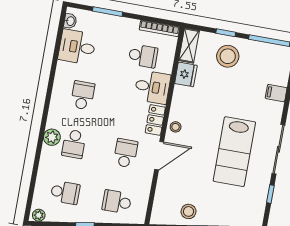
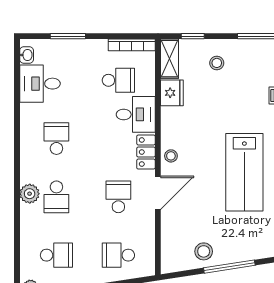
window: (226, 33) -> (193, 36), moved
stool: (228, 56) -> (217, 63), width x0.53, depth x0.53

